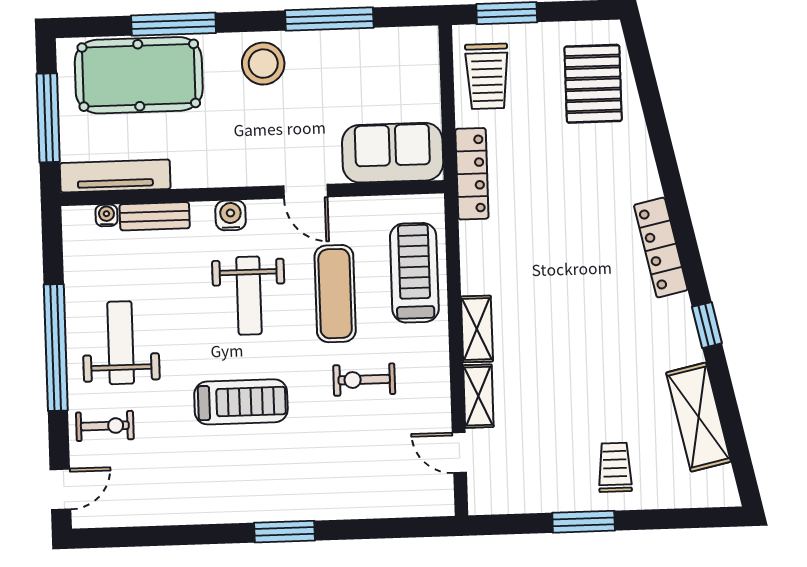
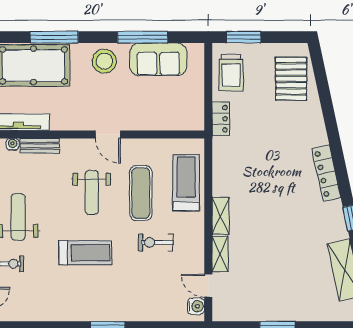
sofa: (393, 153) -> (158, 59), moved, turned 180
locker: (472, 174) -> (221, 119), width x0.66
door: (306, 191) -> (108, 134), moved
water cooler: (231, 215) -> (196, 306), moved, turned 90
trolley: (615, 467) -> (296, 297), removed

